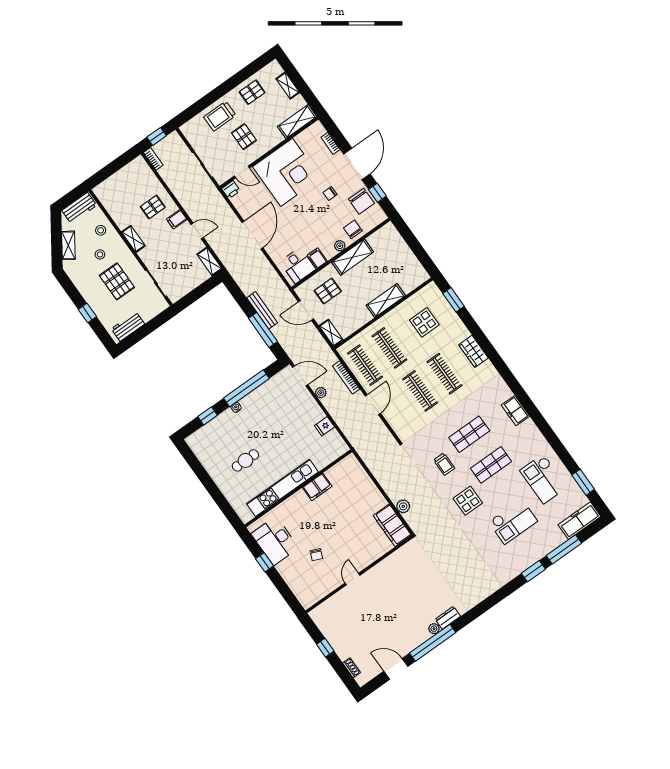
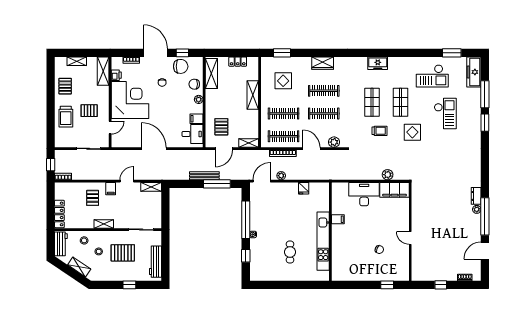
locker: (110, 184) -> (59, 214), added
printer: (231, 190) -> (116, 75), moved
shelving: (353, 257) -> (211, 74), moved
locker: (410, 259) -> (238, 62), added
workbench: (128, 326) -> (155, 262), width x1.38
plant: (397, 424) -> (334, 142), added
filing cabinet: (317, 487) -> (338, 219), width x0.50
desk: (275, 541) -> (364, 194), moved, turned 180
window: (265, 562) -> (387, 285), moved

